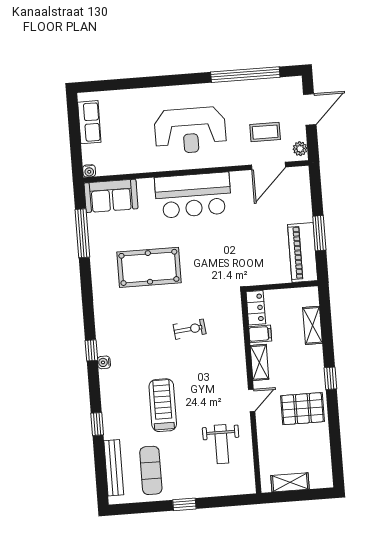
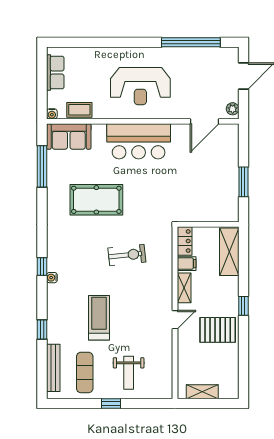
coffee table: (265, 132) -> (79, 110), moved
piano: (303, 252) -> (228, 197), removed
shelving: (313, 325) -> (229, 252), width x1.50, depth x1.33
exercise bike: (190, 329) -> (127, 255), width x1.38, depth x1.39
weight bench: (222, 444) -> (129, 373), moved

